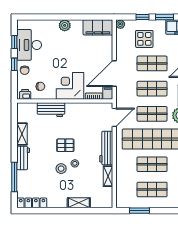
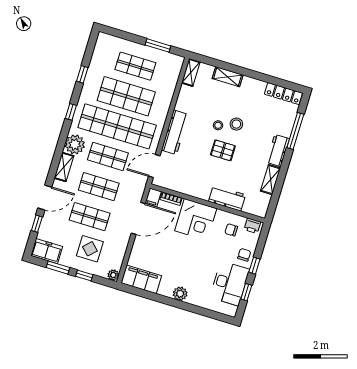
shop shelf: (152, 164) -> (126, 96), width x1.43, depth x1.36
shelving: (108, 176) -> (191, 72), moved

